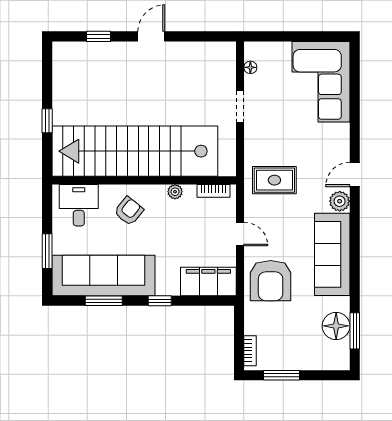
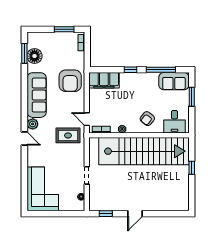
window: (99, 36) -> (106, 214), moved
door: (355, 174) -> (24, 139), hinge flipped
door: (240, 234) -> (87, 119), moved
sofa: (104, 276) -> (174, 81), width x0.54, depth x0.79
armchair: (271, 281) -> (70, 81), turned 180
window: (104, 301) -> (161, 70), width x1.44

